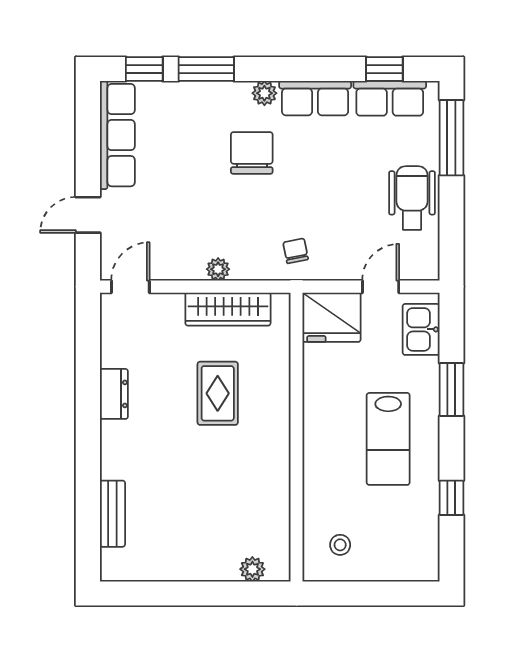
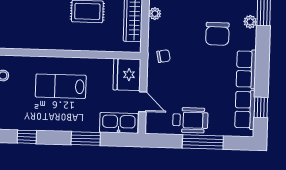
plant: (264, 93) -> (250, 22), moved
window: (451, 138) -> (203, 142), moved
chair: (252, 153) -> (217, 34), turned 90
kitchen sink: (421, 329) -> (119, 123), width x1.38
lab bench: (388, 439) -> (61, 86), moved

